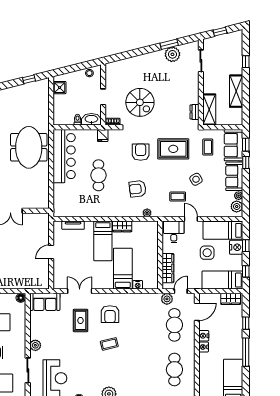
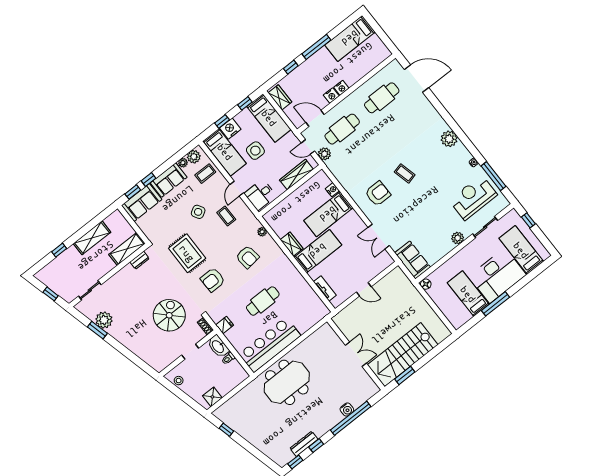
coffee table: (208, 147) -> (205, 174), moved
rug: (80, 320) -> (404, 215), removed

